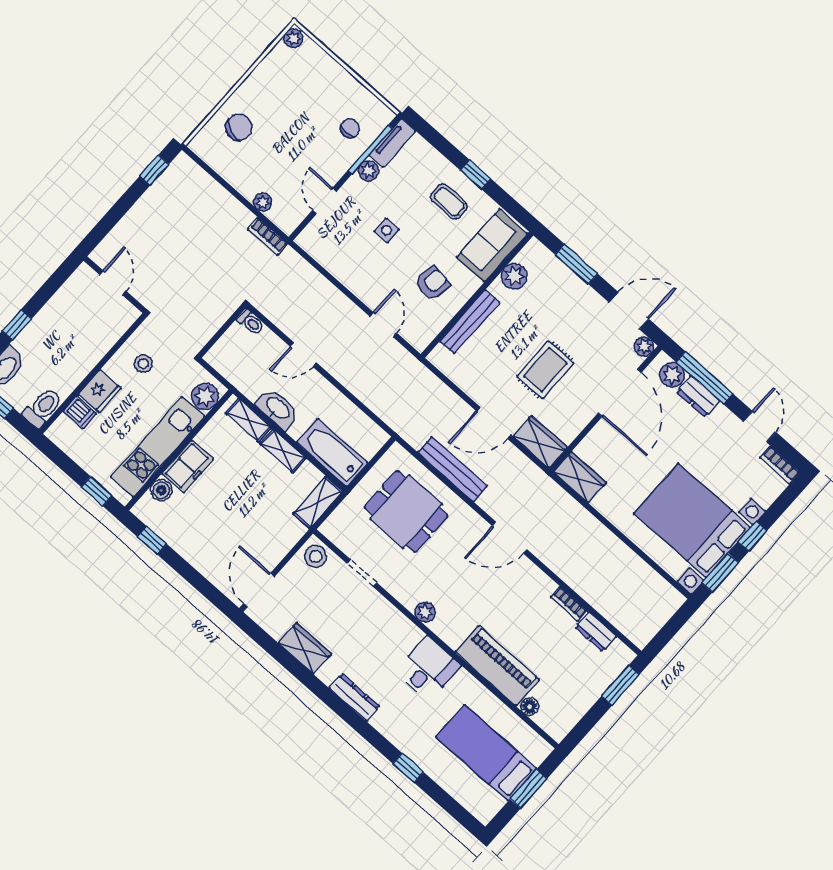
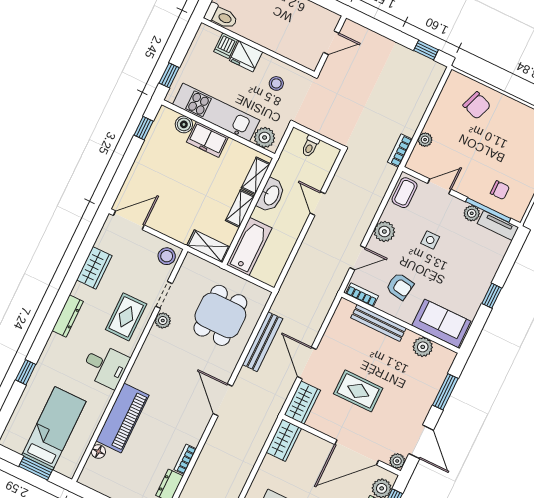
coffee table: (449, 202) -> (405, 193), moved
plant: (361, 283) -> (384, 231), added
toilet: (251, 322) -> (310, 146), moved
bookcase: (430, 332) -> (362, 295), added
plant: (425, 612) -> (163, 321), moved
rug: (375, 627) -> (126, 317), added

